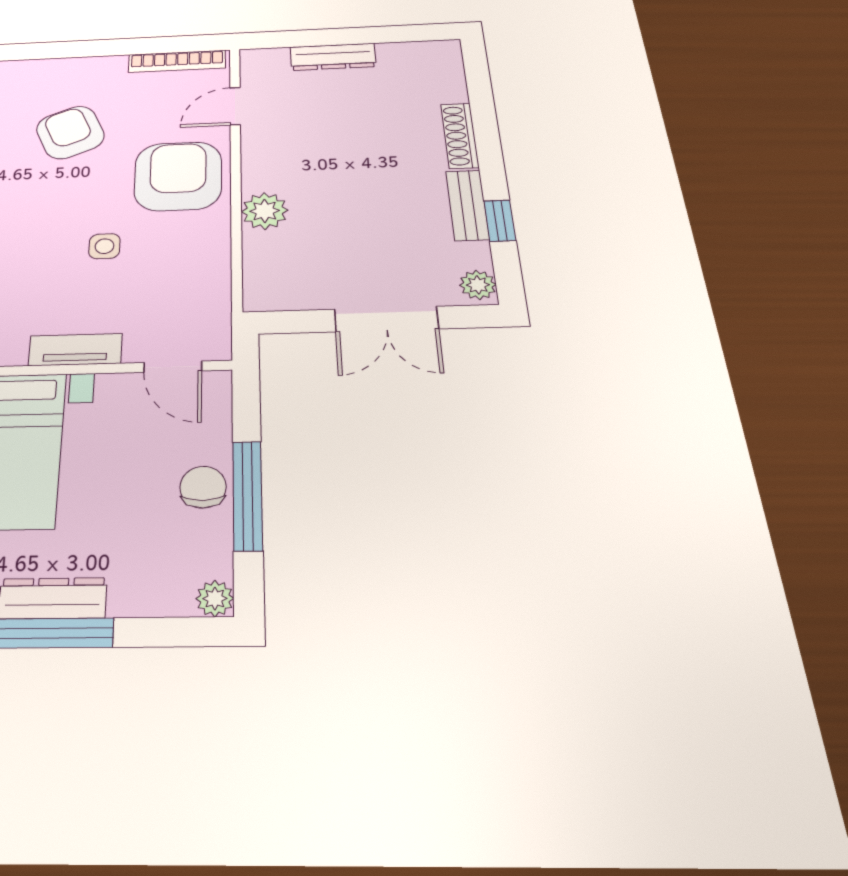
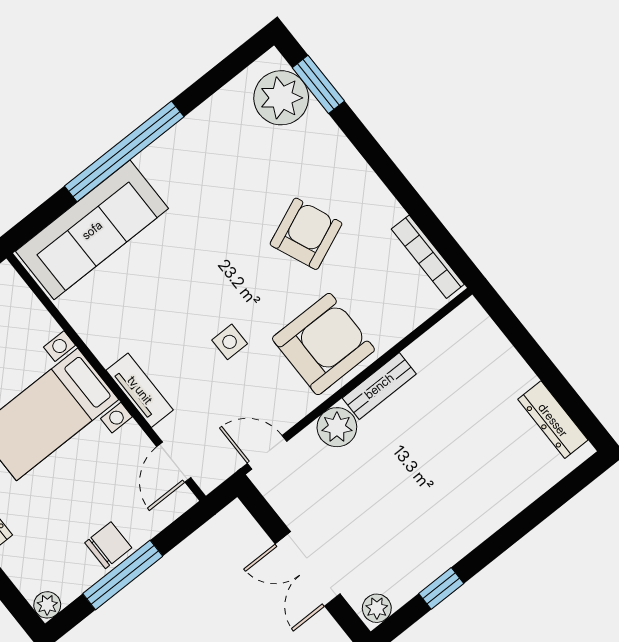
dresser: (333, 57) -> (553, 420), moved
door: (235, 106) -> (267, 452), moved
shoe rack: (460, 136) -> (500, 513), removed
bench: (467, 205) -> (379, 386), moved

